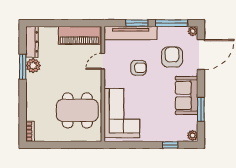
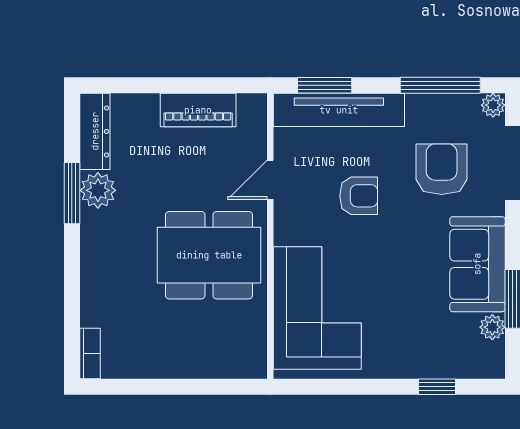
window: (137, 23) -> (325, 85), moved
piano: (79, 35) -> (198, 110), width x0.73, depth x0.75
dining table: (77, 110) -> (209, 255), moved
plant: (193, 135) -> (492, 327), moved

